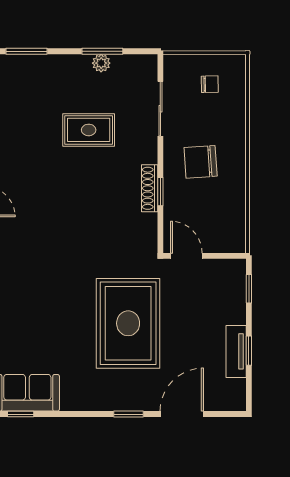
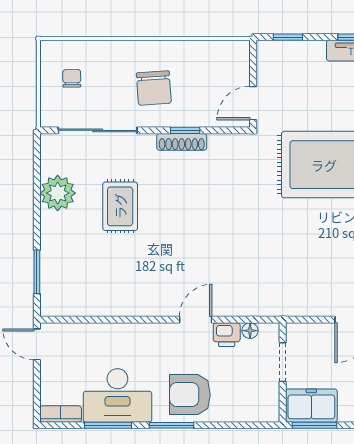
window: (102, 51) -> (37, 192), removed
plant: (101, 63) -> (58, 193), width x1.88, depth x1.88
sliding door: (160, 109) -> (98, 130), width x1.37

